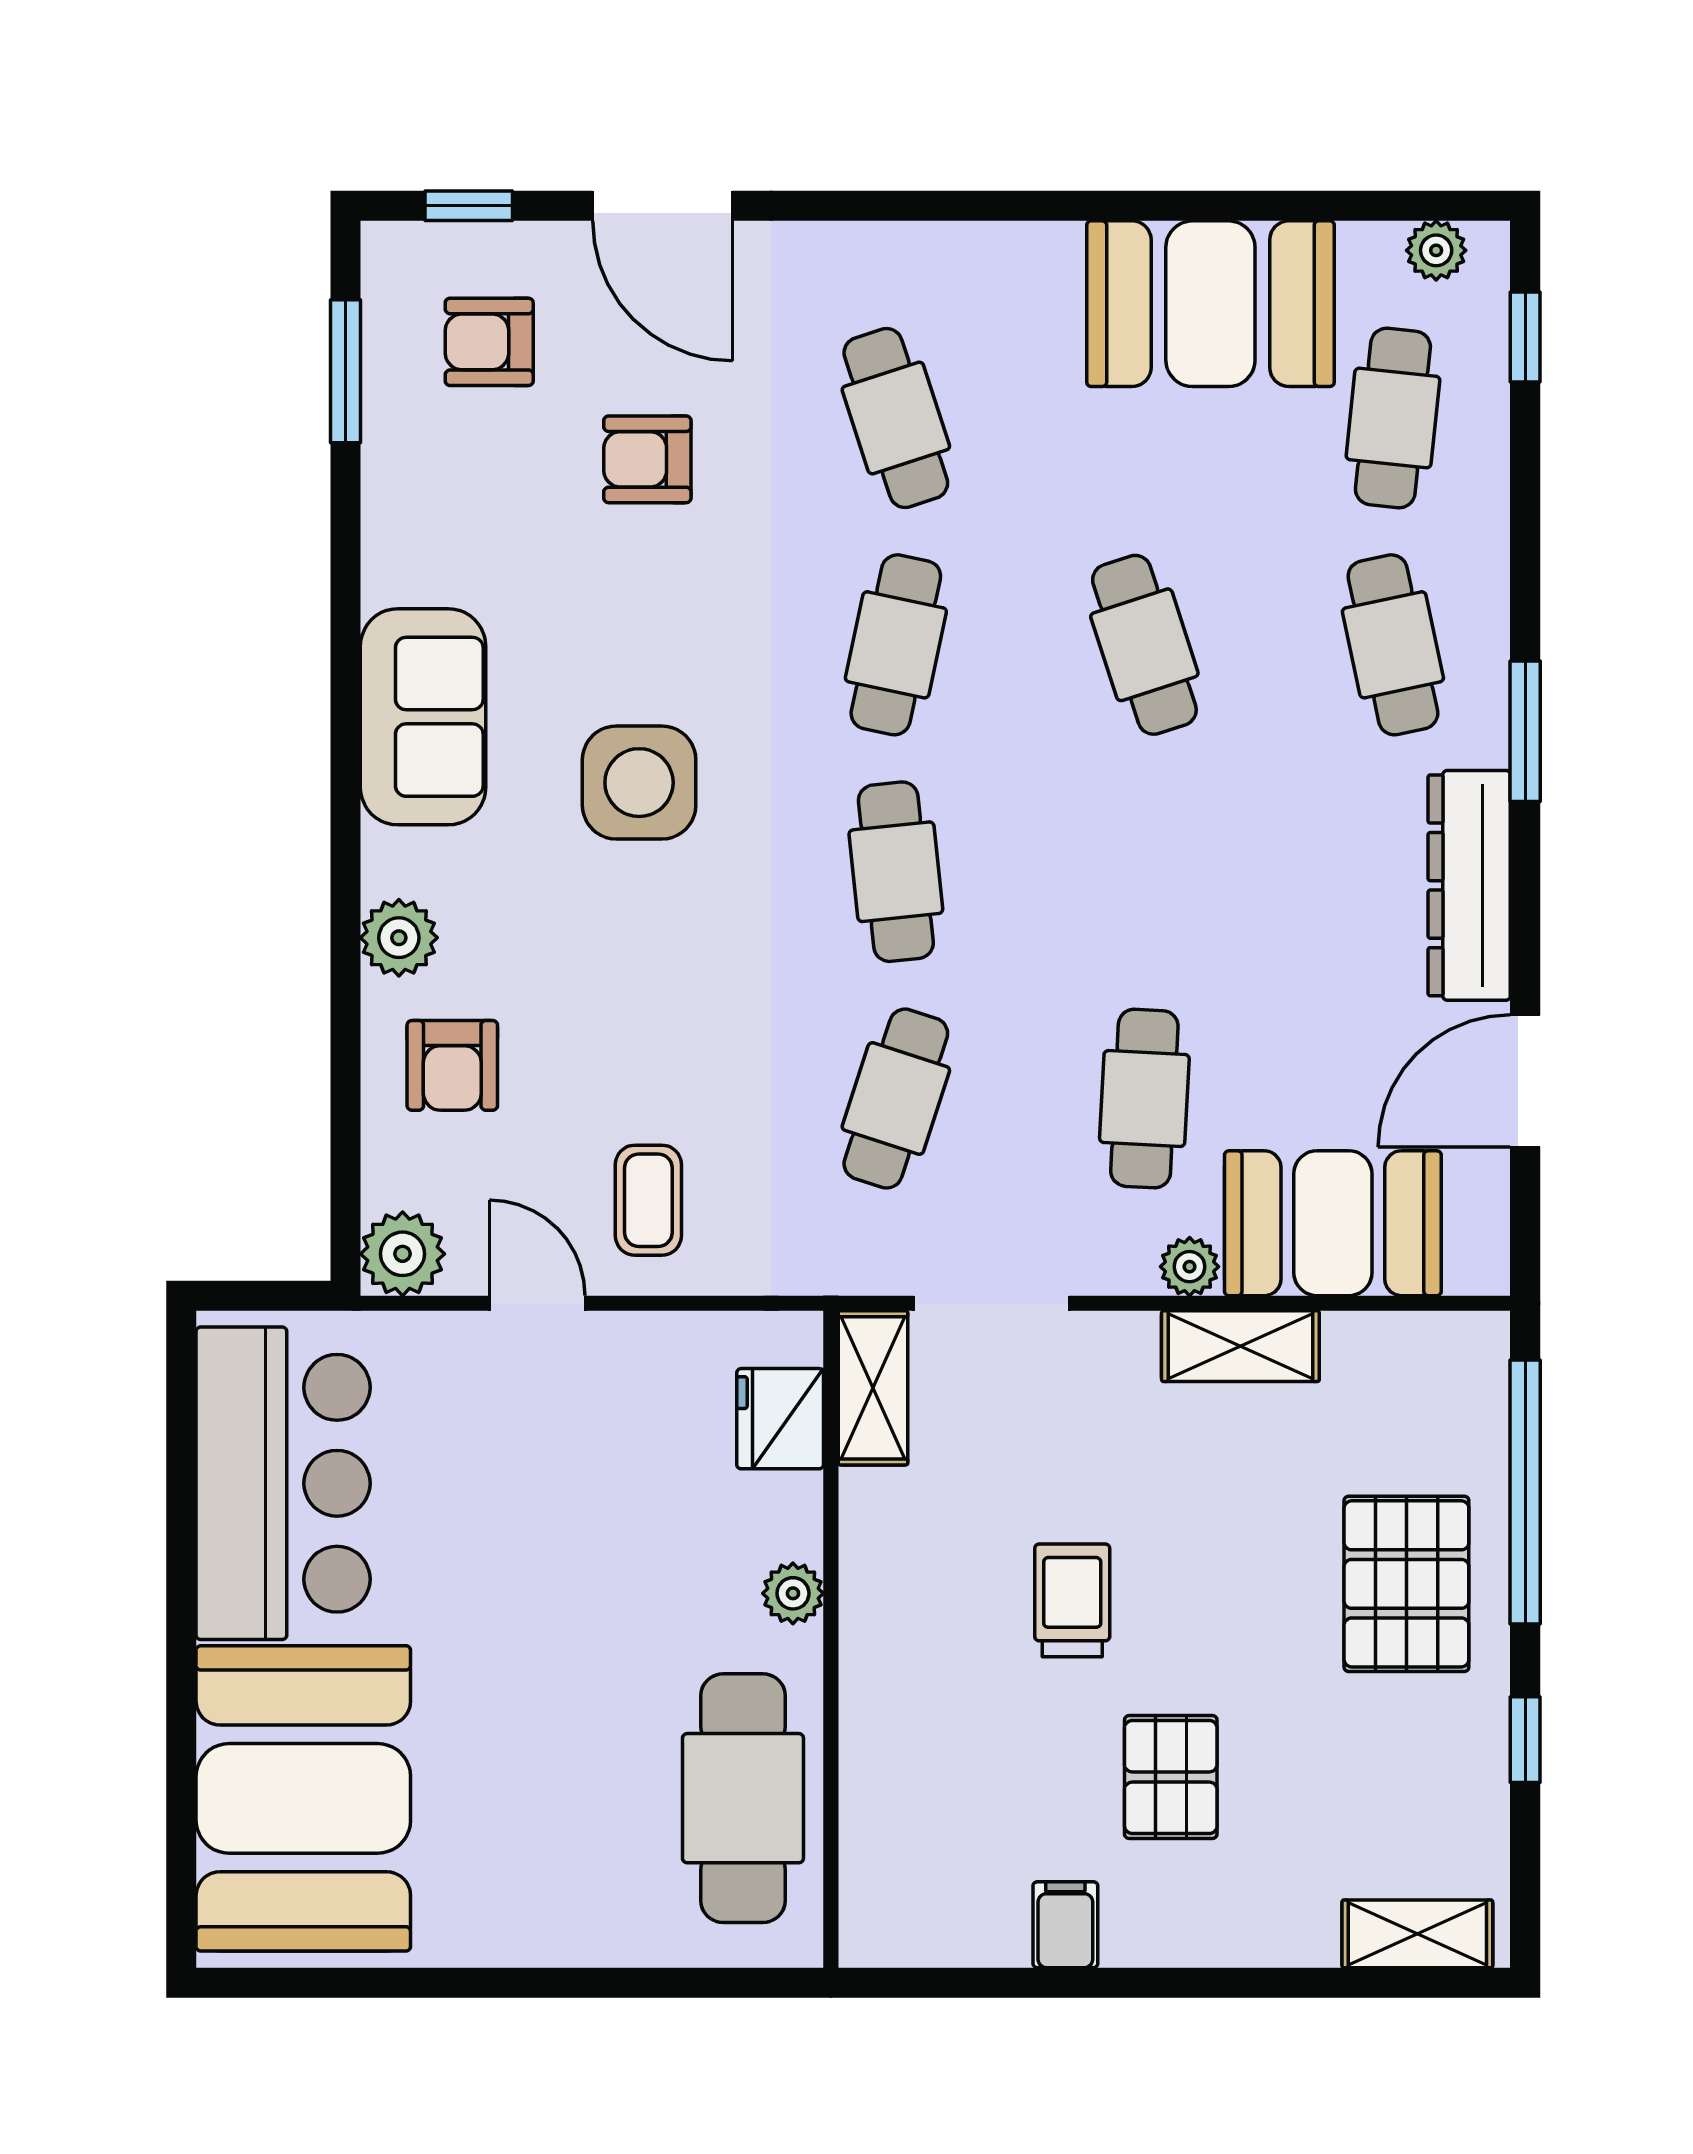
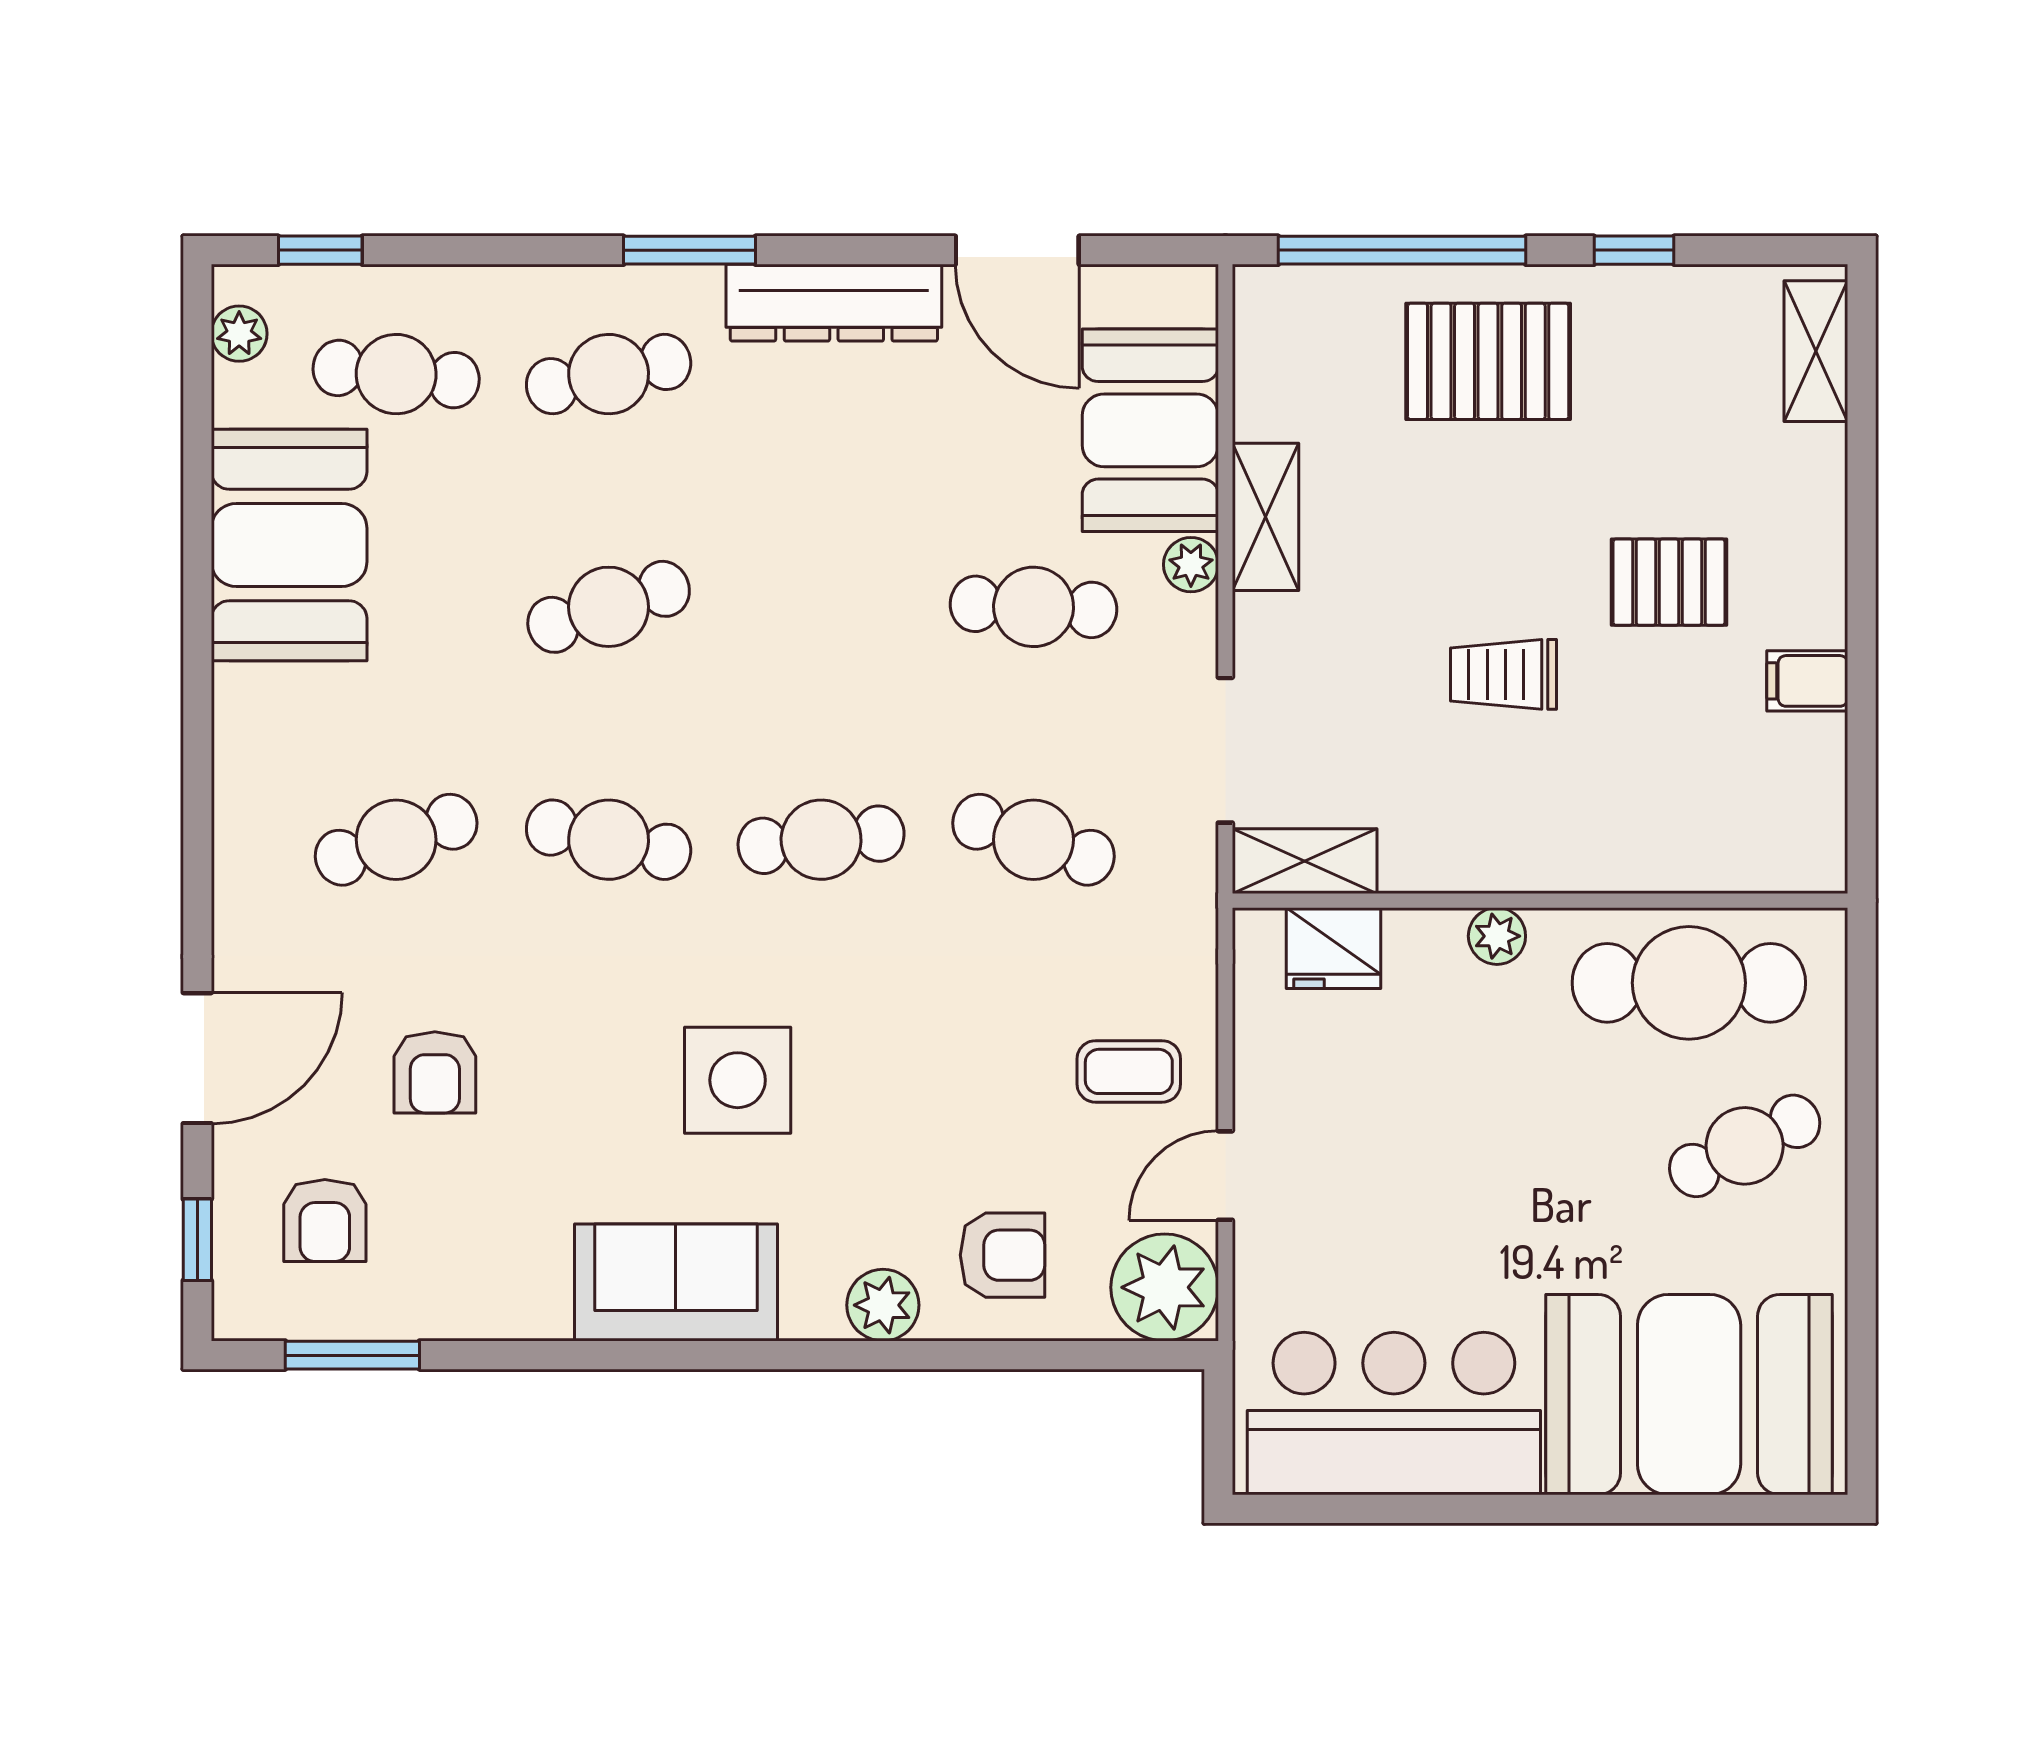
plant: (403, 1254) -> (1165, 1287), width x1.36, depth x1.36
cafe table: (569, 1858) -> (1745, 1146), added

